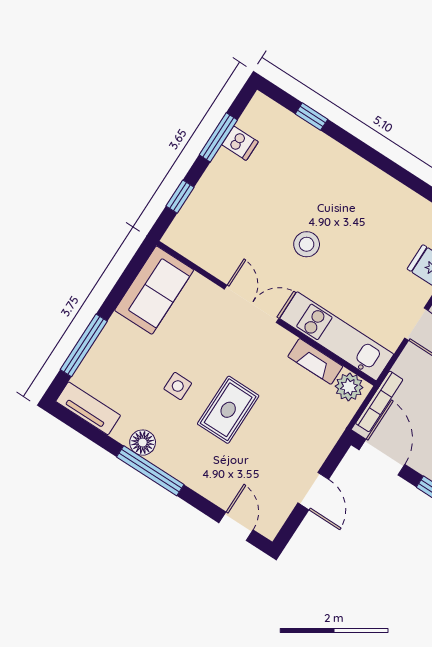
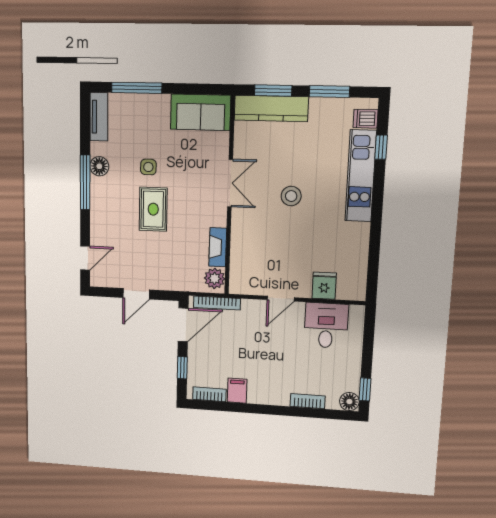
dishwasher: (240, 143) -> (365, 119), moved, turned 90
window: (180, 197) -> (273, 90), width x1.50
kitchen counter: (198, 210) -> (271, 108), added
kitchen unit: (337, 336) -> (361, 176), moved, turned 180
rug: (228, 410) -> (153, 209), turned 90

